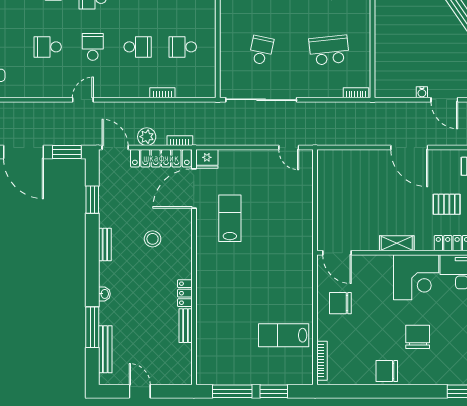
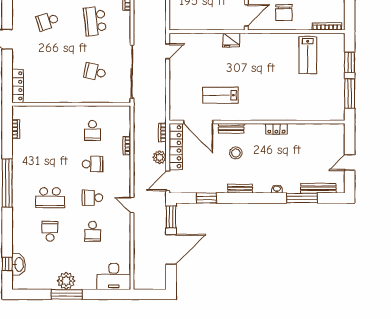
school desk: (138, 47) -> (92, 164), turned 90
fridge: (207, 159) -> (231, 40), moved, turned 90
bench: (186, 326) -> (231, 128), moved

